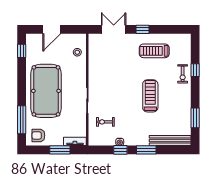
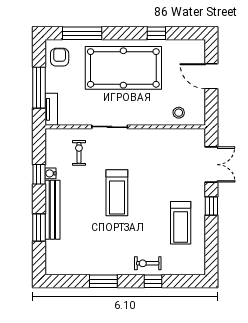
window: (22, 51) -> (156, 33), moved
treadmill: (154, 51) -> (181, 223), turned 180
treadmill: (150, 96) -> (117, 193), moved, turned 90
window: (195, 118) -> (103, 281), moved
bench: (170, 141) -> (52, 210), moved
window: (60, 150) -> (39, 88), width x1.44
window: (146, 150) -> (39, 227), moved

